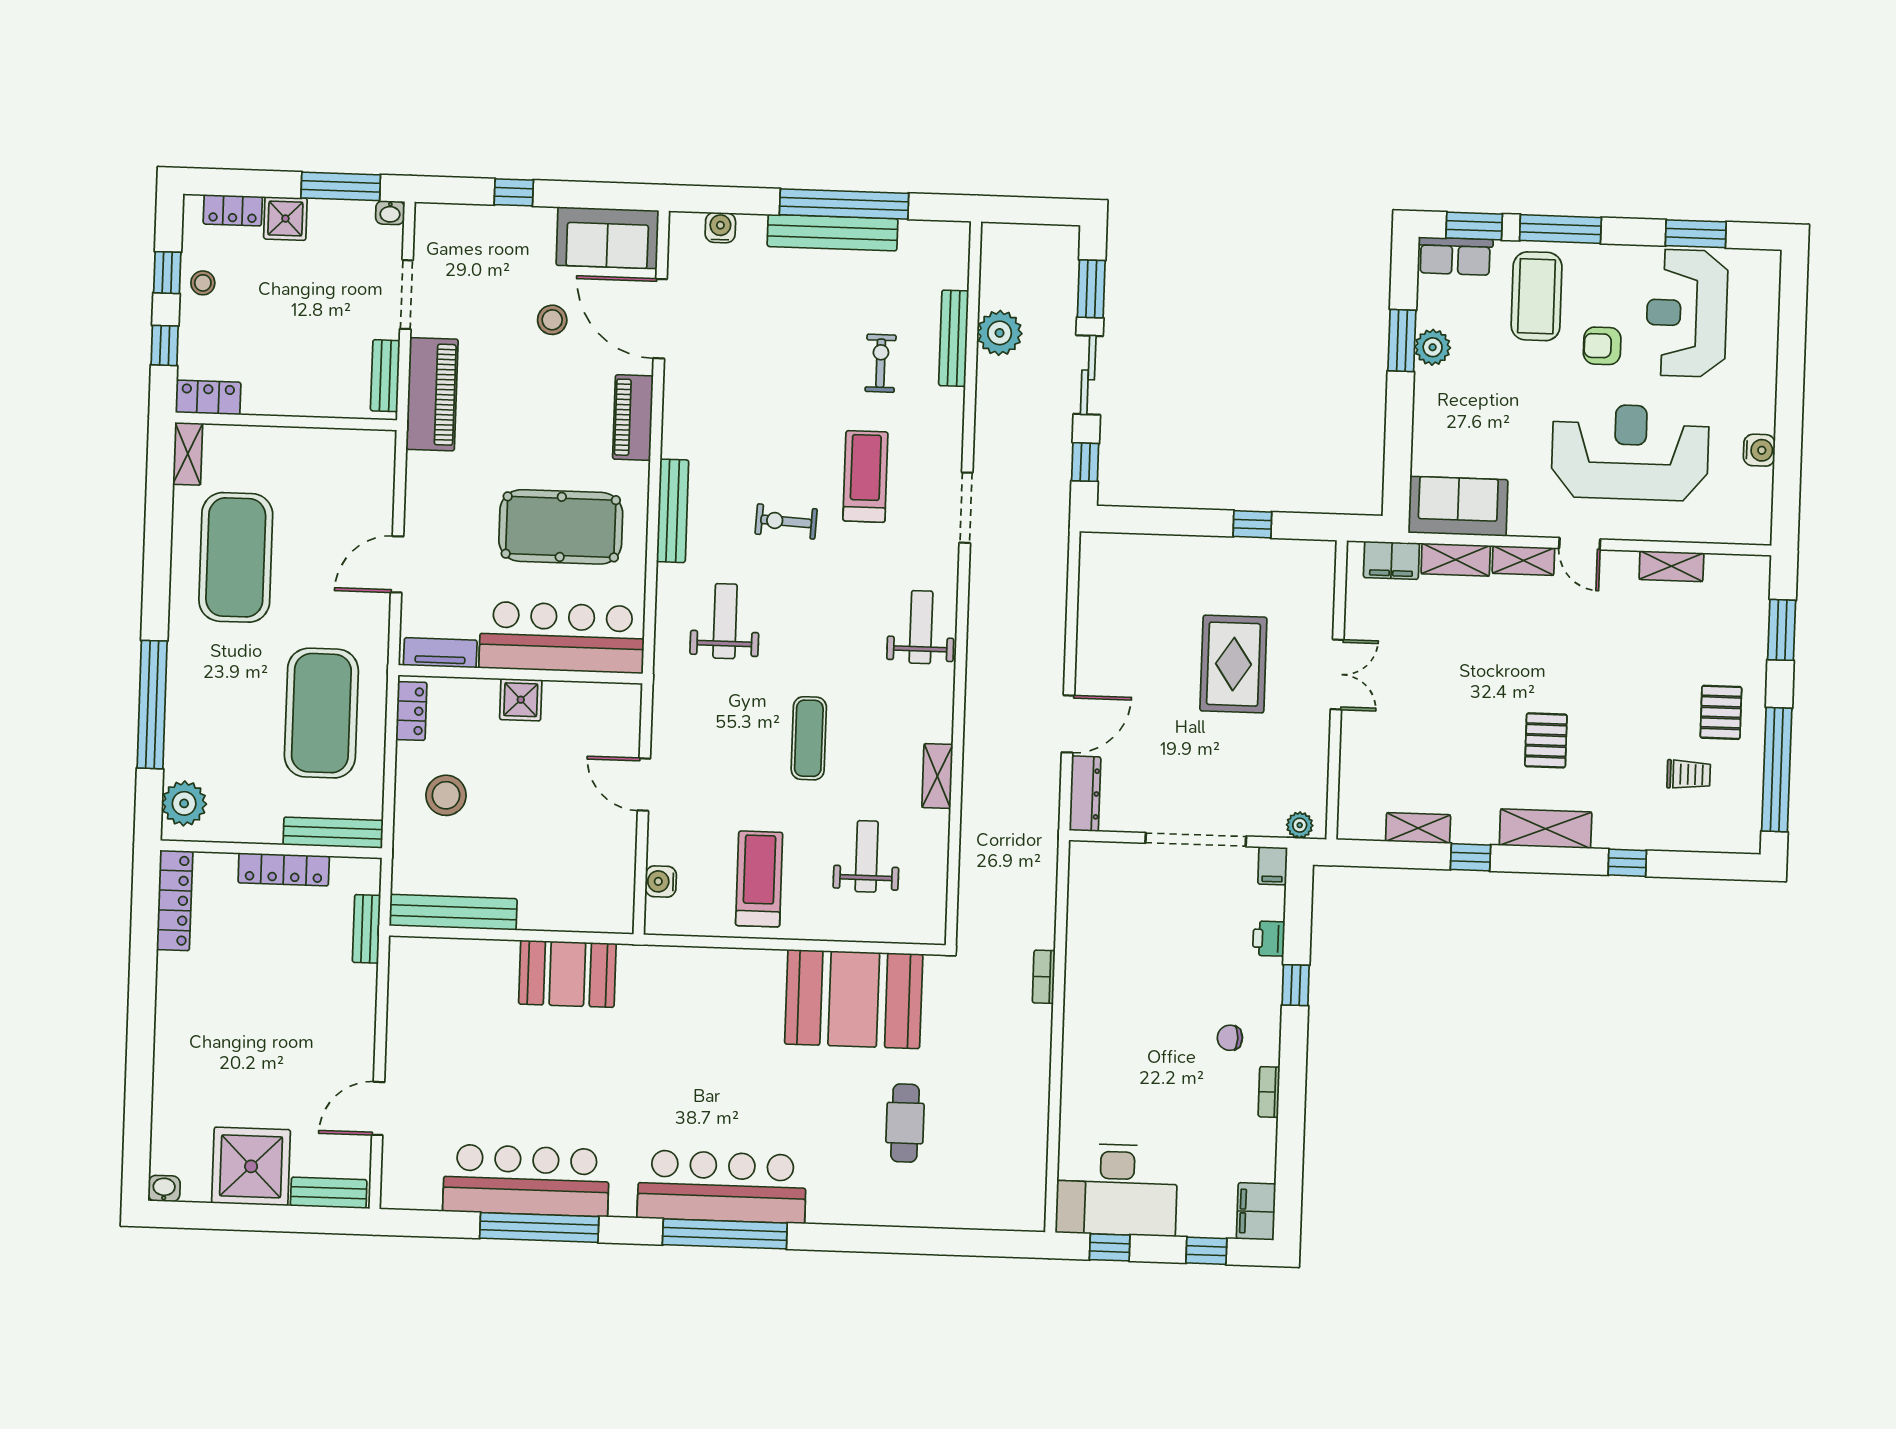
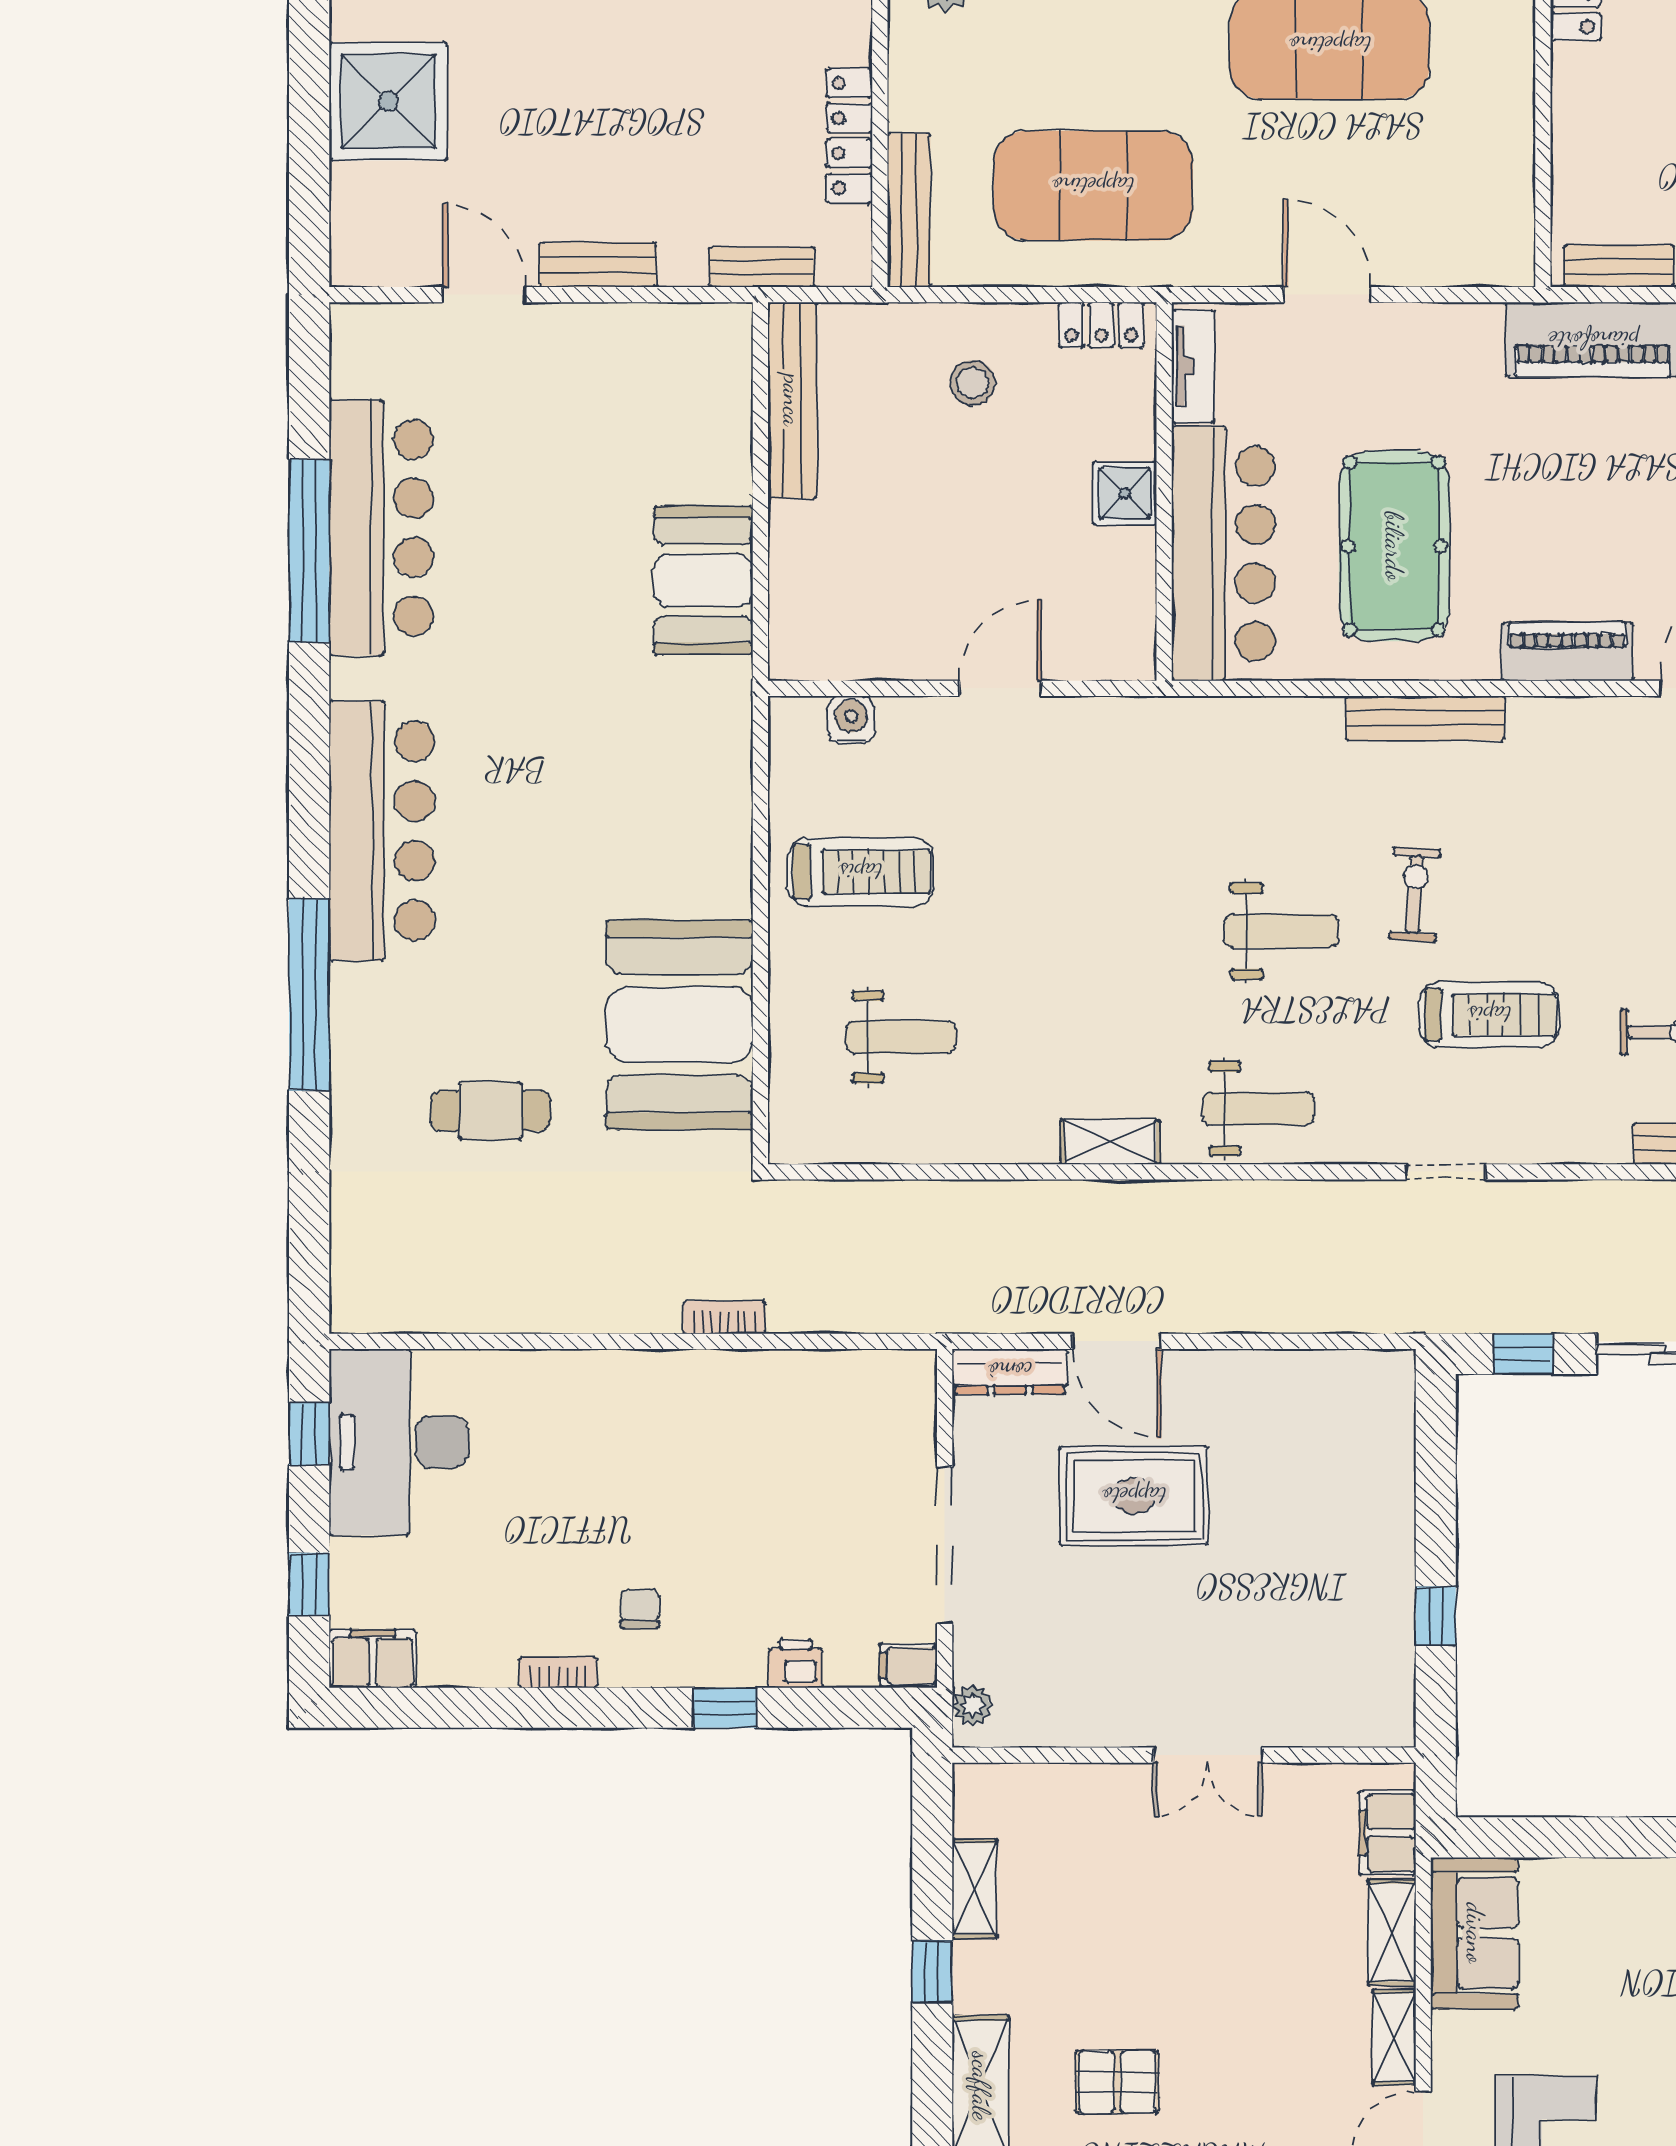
doorway: (966, 508) -> (1446, 1172), width x0.73
weight bench: (725, 621) -> (1281, 931), moved
rug: (1233, 664) -> (1134, 1496), moved
exercise mat: (809, 738) -> (1081, 941), removed
shelving: (937, 776) -> (1110, 1142), moved
stool: (446, 795) -> (973, 383), width x0.73, depth x0.73
bench: (329, 1193) -> (598, 265), moved, turned 90
window: (725, 1234) -> (309, 995), moved

